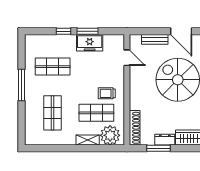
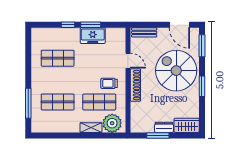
bench: (155, 39) -> (144, 32), moved
door: (127, 58) -> (128, 61), moved
window: (22, 85) -> (28, 103), moved
shop shelf: (53, 113) -> (58, 102), turned 90
shoe rack: (135, 128) -> (135, 85), moved

